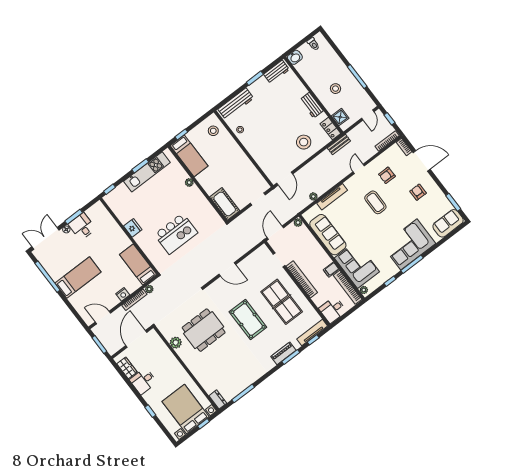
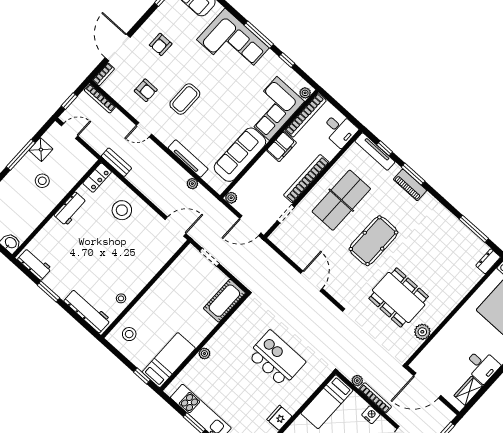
shower: (340, 117) -> (41, 150), moved
filing cabinet: (331, 270) -> (281, 147), width x2.00

